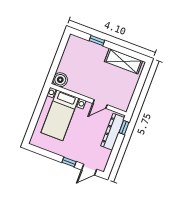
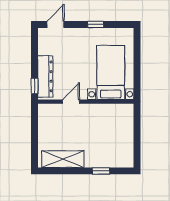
boiler: (60, 80) -> (125, 112), removed
window: (69, 162) -> (96, 24), moved

